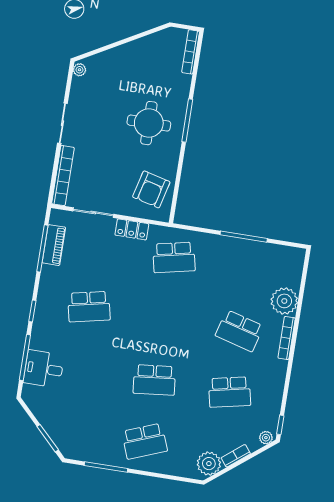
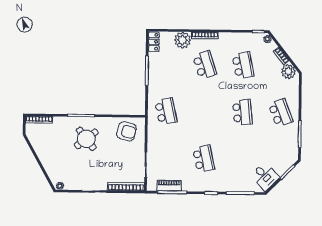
round table: (149, 123) -> (86, 139), turned -38
locker: (132, 229) -> (154, 42), moved
school desk: (239, 331) -> (205, 65), turned -33
desk: (44, 369) -> (265, 176), moved, turned -45

